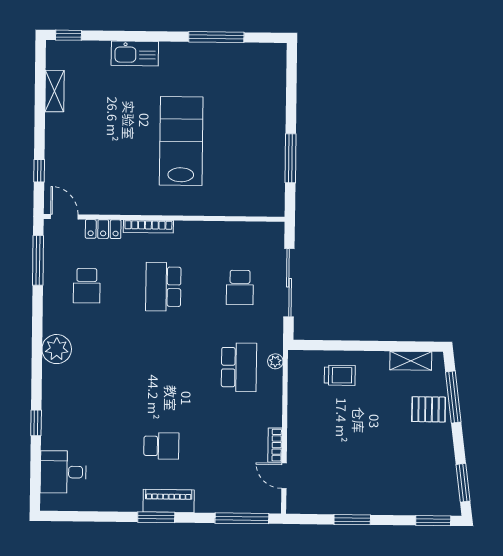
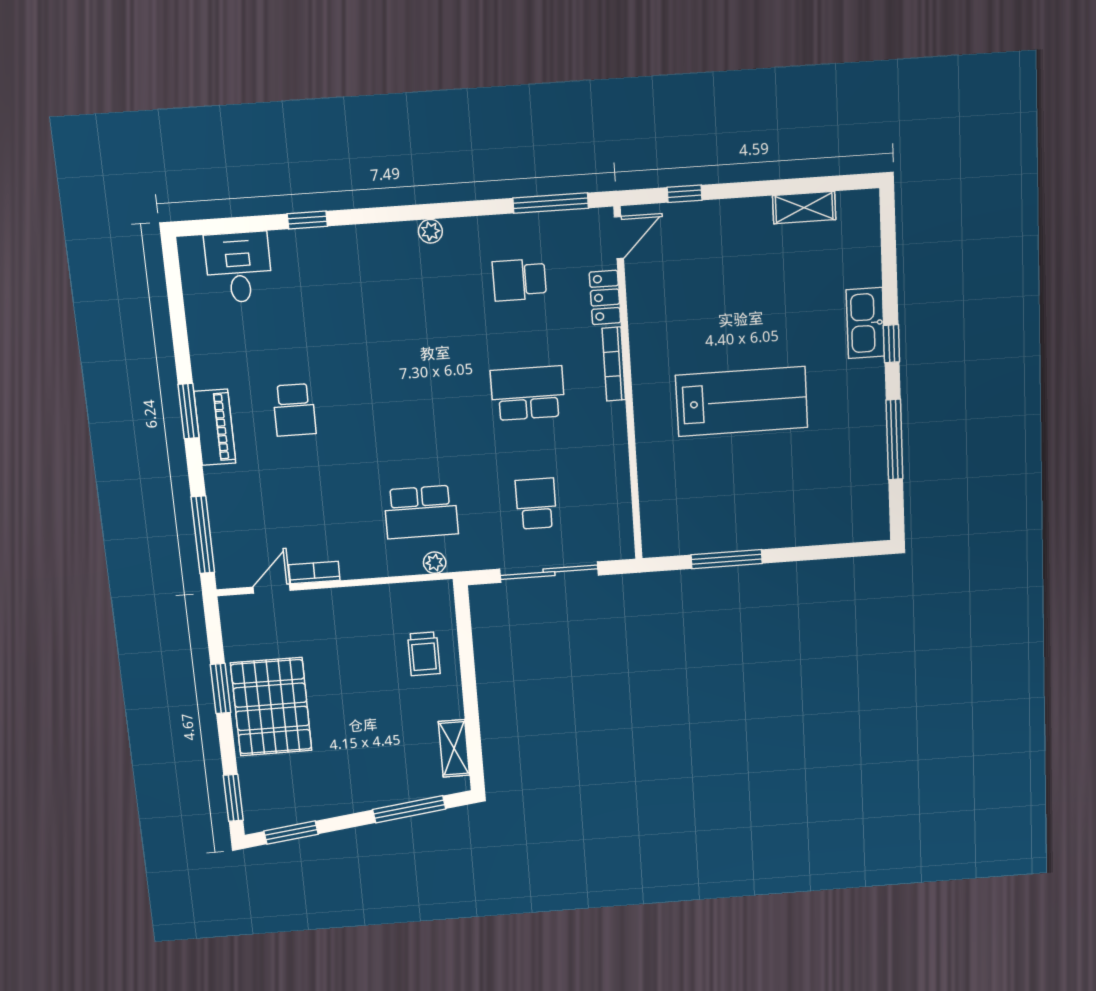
window: (69, 35) -> (891, 344), moved
school desk: (240, 288) -> (536, 504), turned 90
plant: (57, 349) -> (430, 231), width x0.53, depth x0.53
pallet: (429, 409) -> (271, 707), moved, width x2.05, depth x2.00

